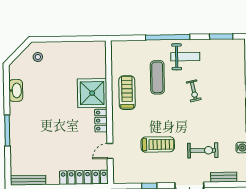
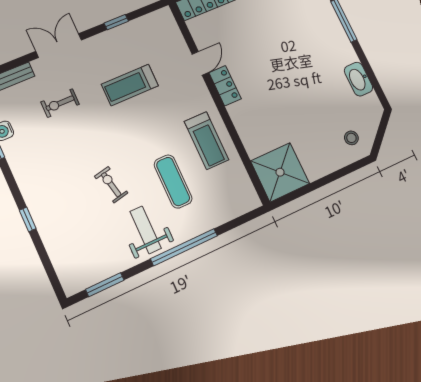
weight bench: (185, 57) -> (146, 230), turned 90
shower: (92, 93) -> (280, 172), moved
exercise bike: (203, 150) -> (60, 103), width x0.73, depth x0.72
door: (110, 151) -> (200, 63), moved

